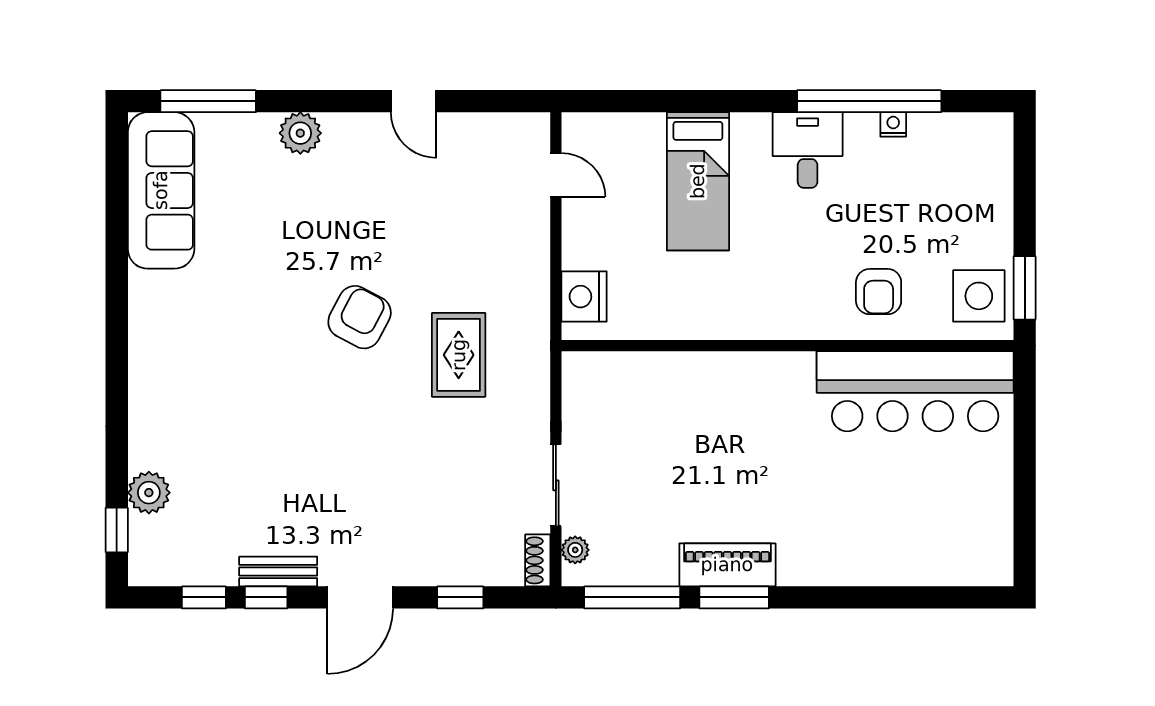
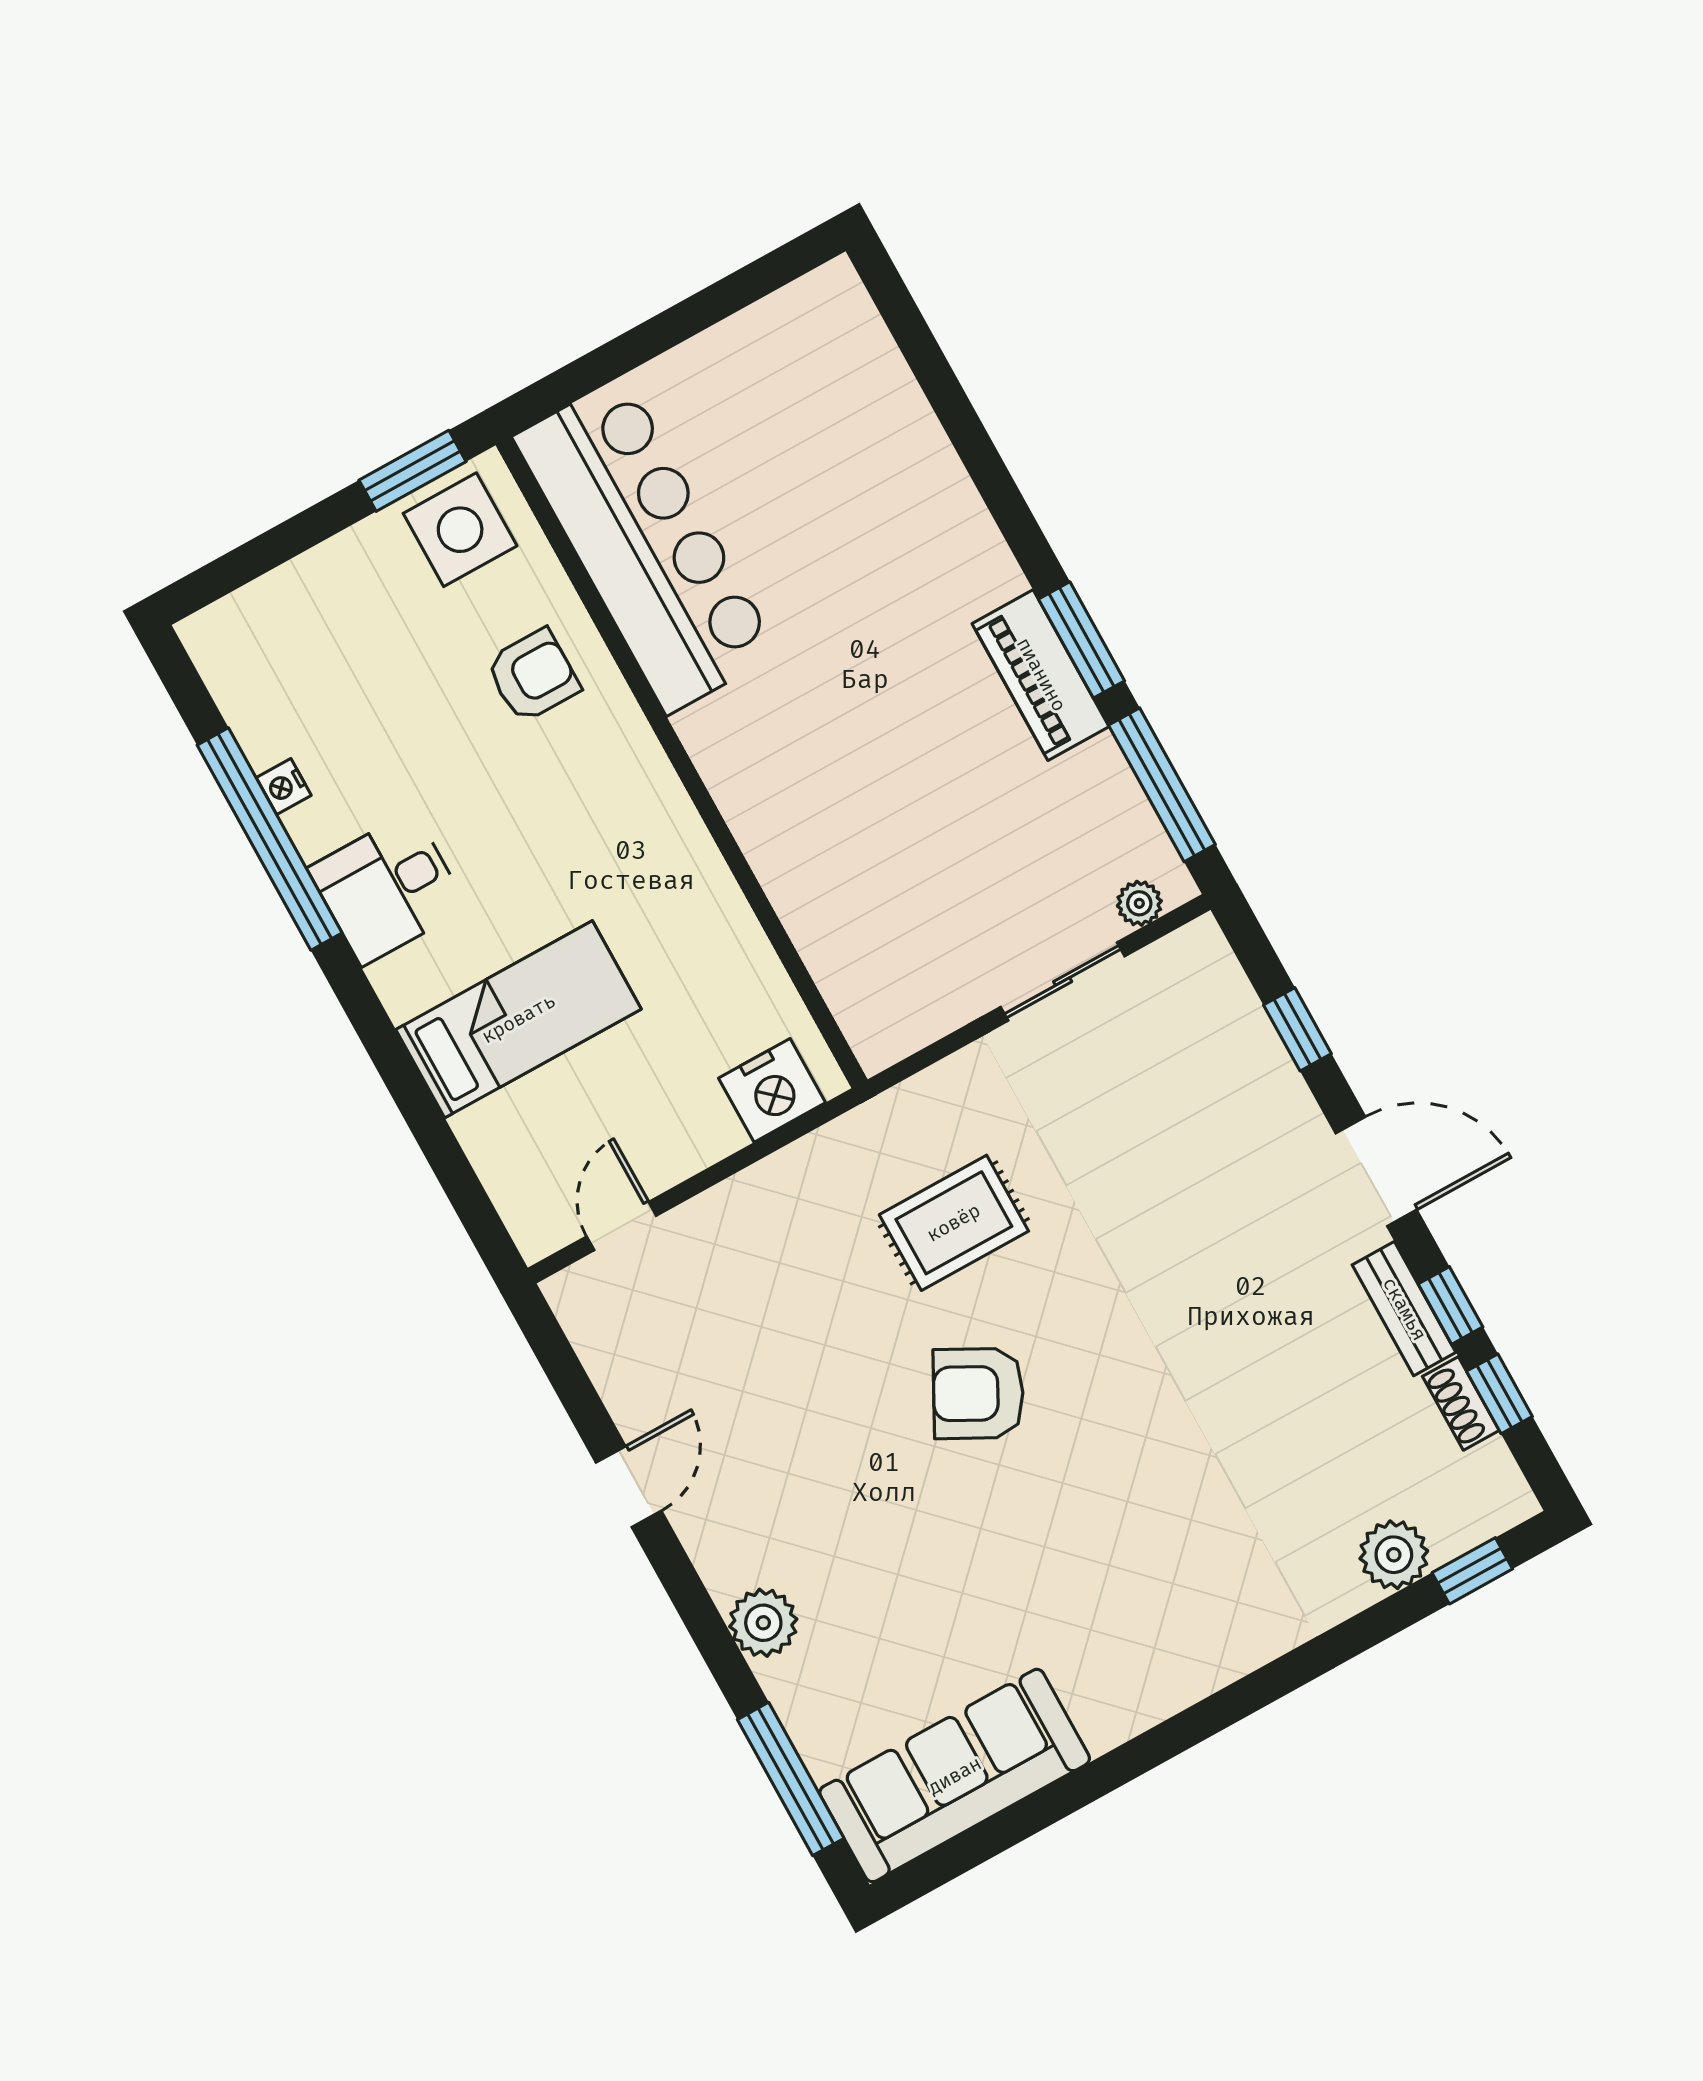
shoe rack: (538, 560) -> (1461, 1403), moved, turned 90

